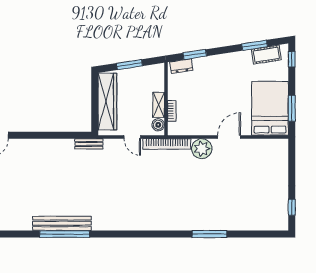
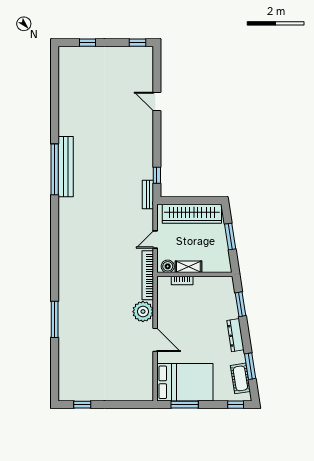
dresser: (181, 66) -> (235, 335), moved, width x1.44
window: (70, 135) -> (157, 175), added

